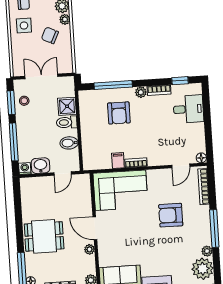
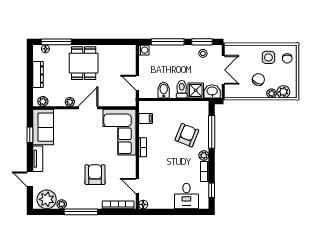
armchair: (119, 113) -> (187, 135), turned 112
filing cabinet: (118, 161) -> (146, 118), moved
washbasin: (40, 166) -> (212, 91), moved, turned -90

